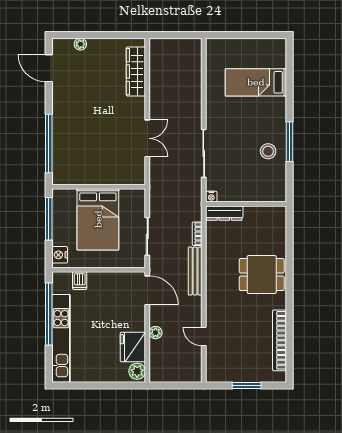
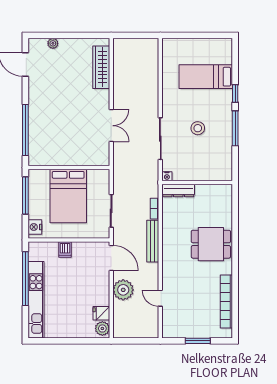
window: (290, 102) -> (235, 93), added
stool: (268, 151) -> (198, 128), moved
dishwasher: (80, 281) -> (65, 249), moved
plant: (156, 333) -> (123, 290), width x1.87, depth x1.87
fridge: (133, 347) -> (101, 313), width x0.53, depth x0.75

